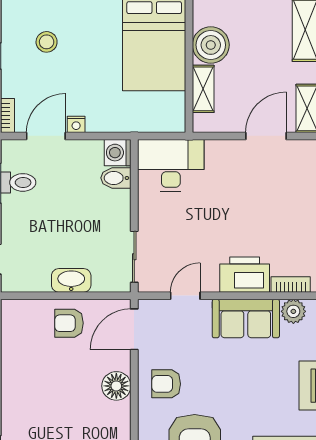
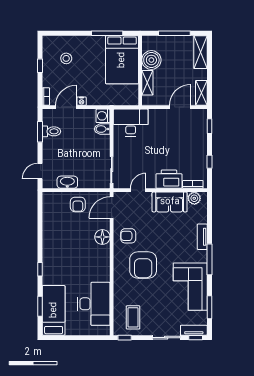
washbasin: (71, 280) -> (67, 182), moved
armchair: (69, 323) -> (78, 204), turned -90

